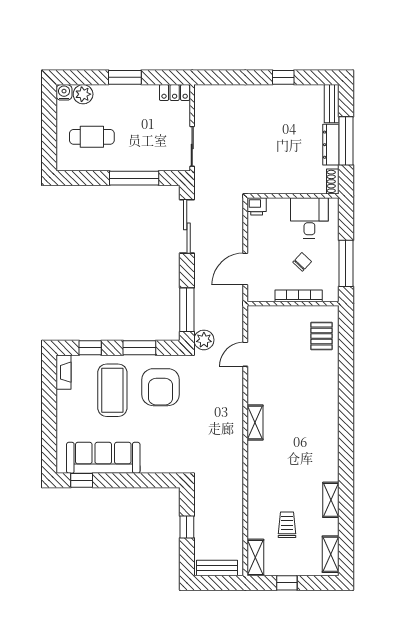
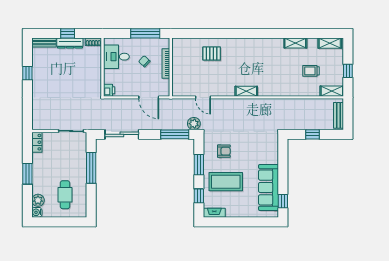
window: (346, 141) -> (68, 33), width x0.46
pallet: (321, 336) -> (212, 54), moved
armchair: (161, 387) -> (224, 151), width x0.53, depth x0.53

